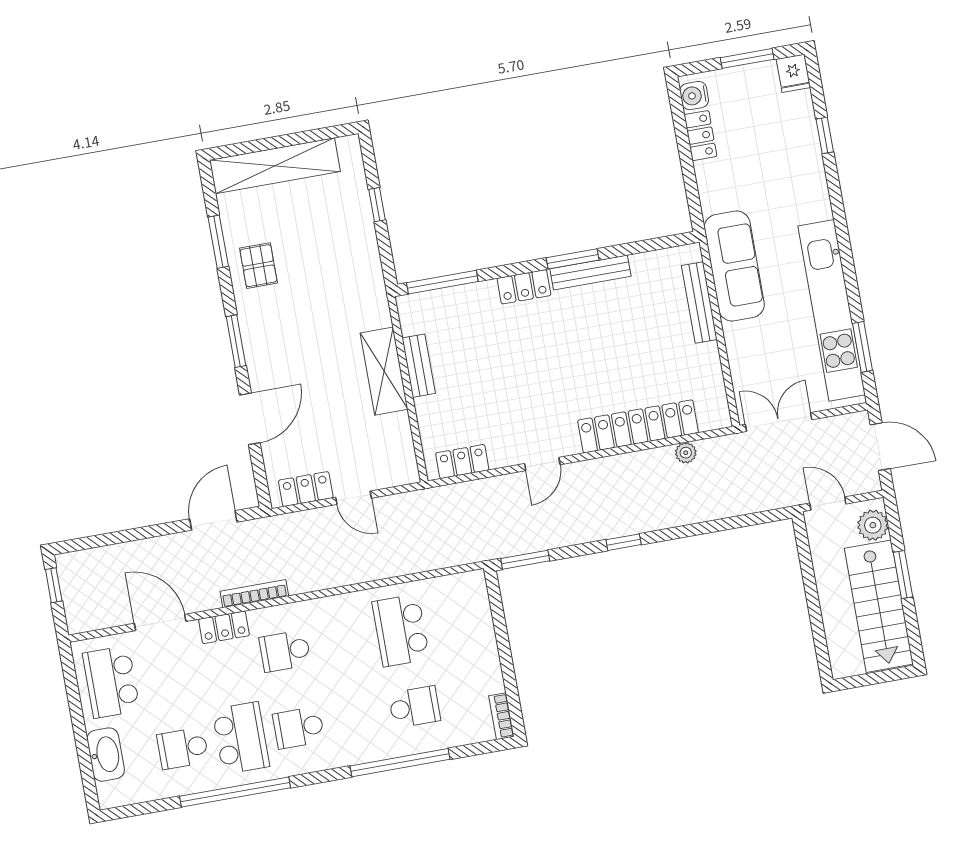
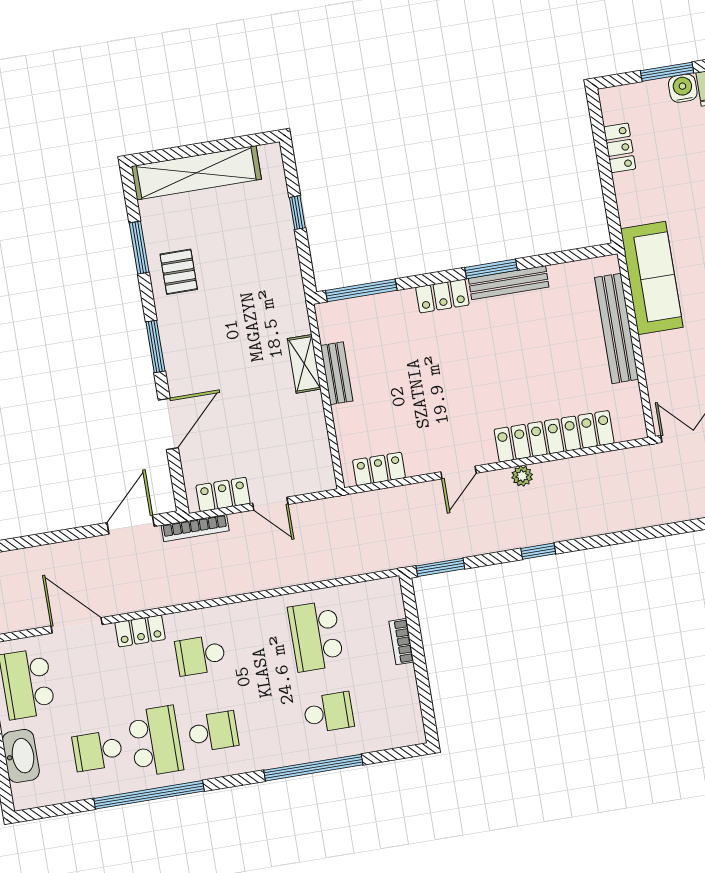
water cooler: (694, 96) -> (683, 88), moved, turned 90
bench: (699, 302) -> (617, 328), width x1.37, depth x1.21
shelving: (384, 371) -> (304, 364), width x0.67, depth x0.75
plant: (686, 453) -> (522, 476), moved
bookcase: (254, 594) -> (195, 528), moved, turned 180
bookcase: (501, 716) -> (401, 642), moved
school desk: (299, 728) -> (213, 732), turned 180

